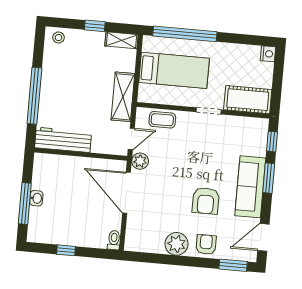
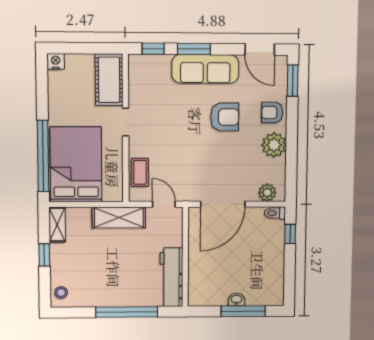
bed: (174, 70) -> (76, 164), width x1.50
plant: (140, 161) -> (267, 193), moved
window: (66, 250) -> (290, 234), moved

